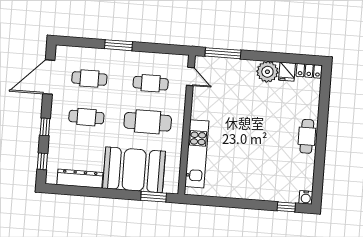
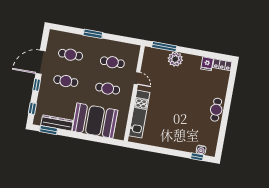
plant: (267, 72) -> (175, 59), moved
door: (49, 77) -> (41, 62), moved
door: (190, 77) -> (137, 78), moved
cafe table: (148, 122) -> (108, 89), width x0.73, depth x0.74
window: (154, 197) -> (48, 130), moved
water cooler: (306, 197) -> (201, 150), moved

